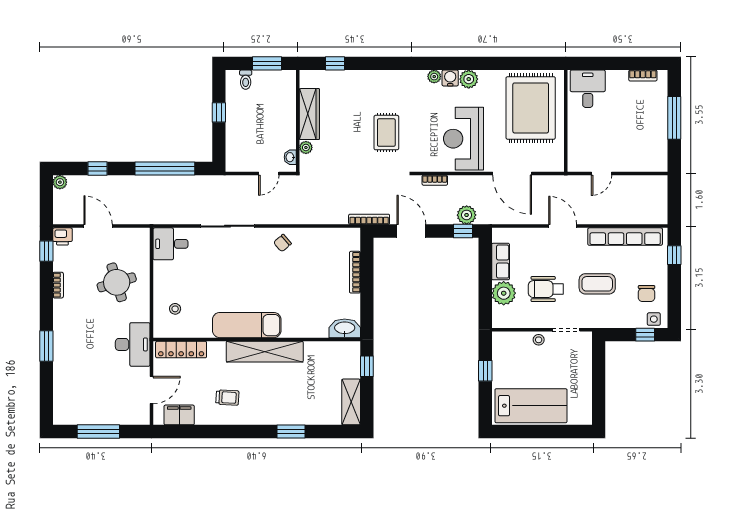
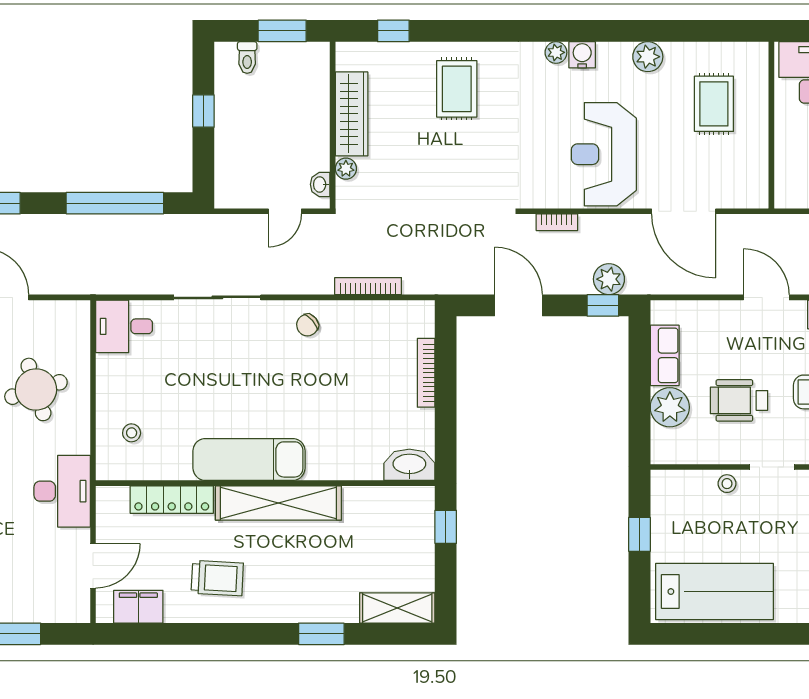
plant: (469, 79) -> (648, 57), moved
rug: (531, 108) -> (714, 104), width x0.54, depth x0.49
rug: (386, 133) -> (457, 89), moved
bookcase: (369, 219) -> (368, 286), moved
locker: (181, 350) -> (172, 500), moved
trolley: (227, 398) -> (217, 578), width x1.36, depth x1.39
shelving: (351, 402) -> (397, 608), moved, turned 90

